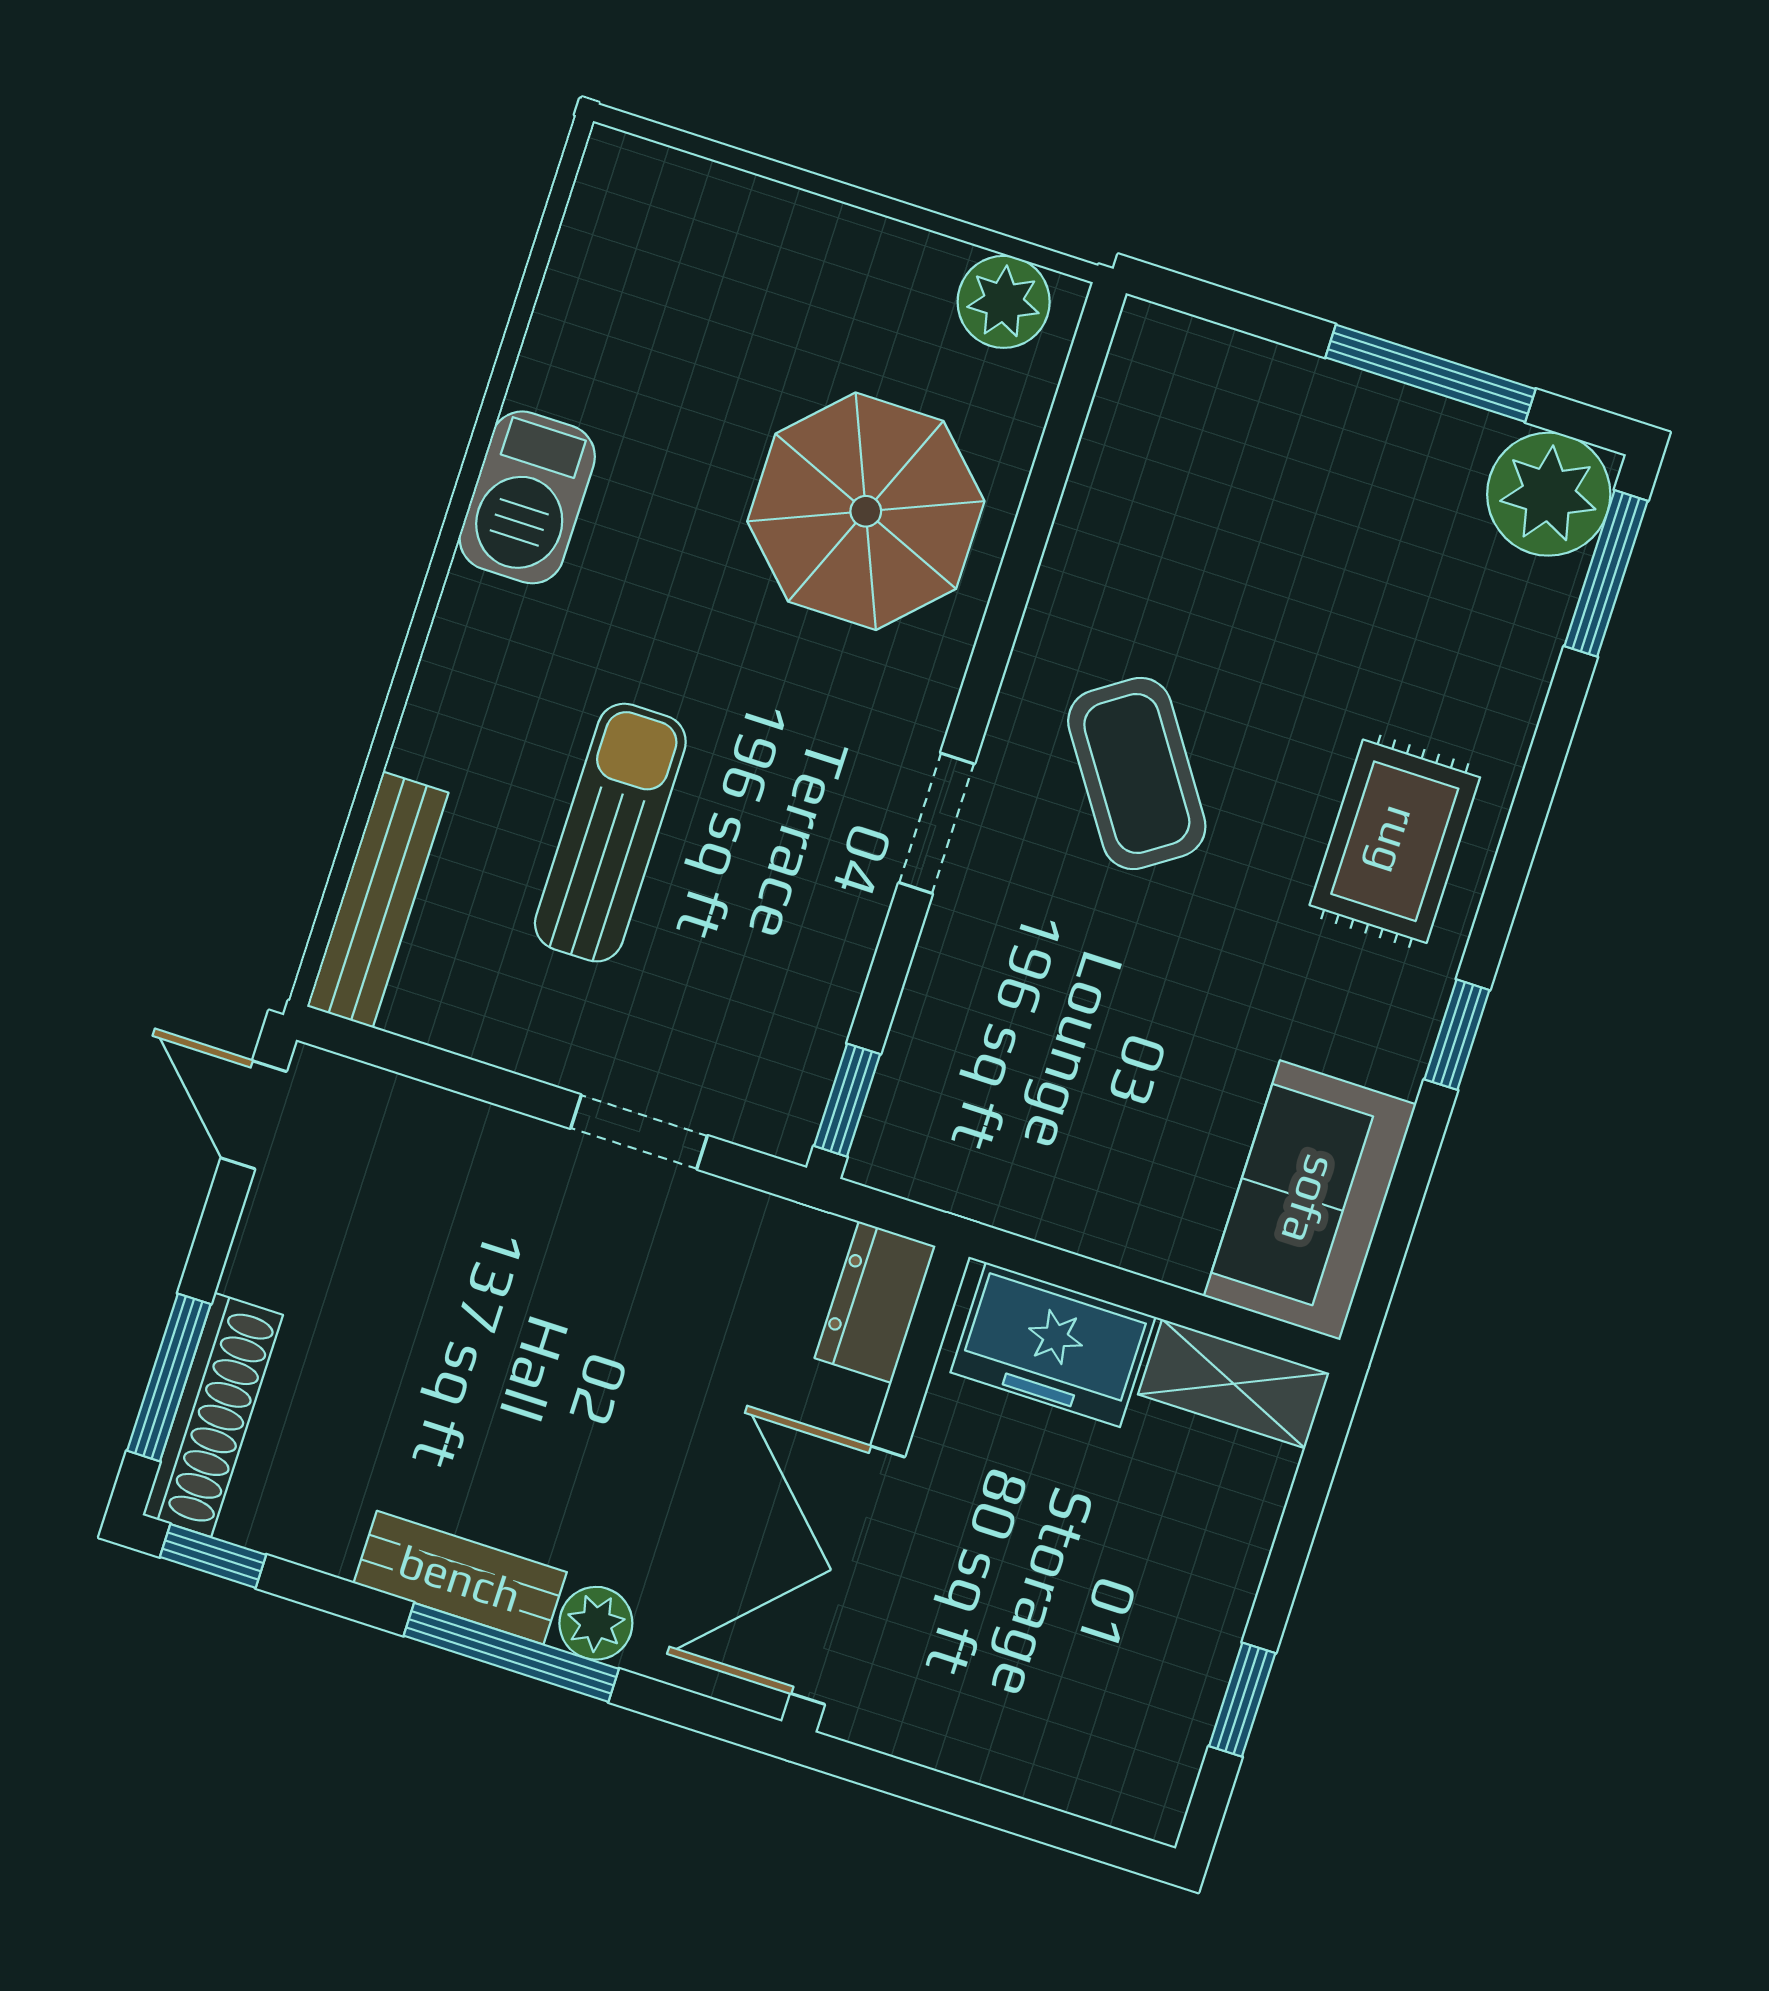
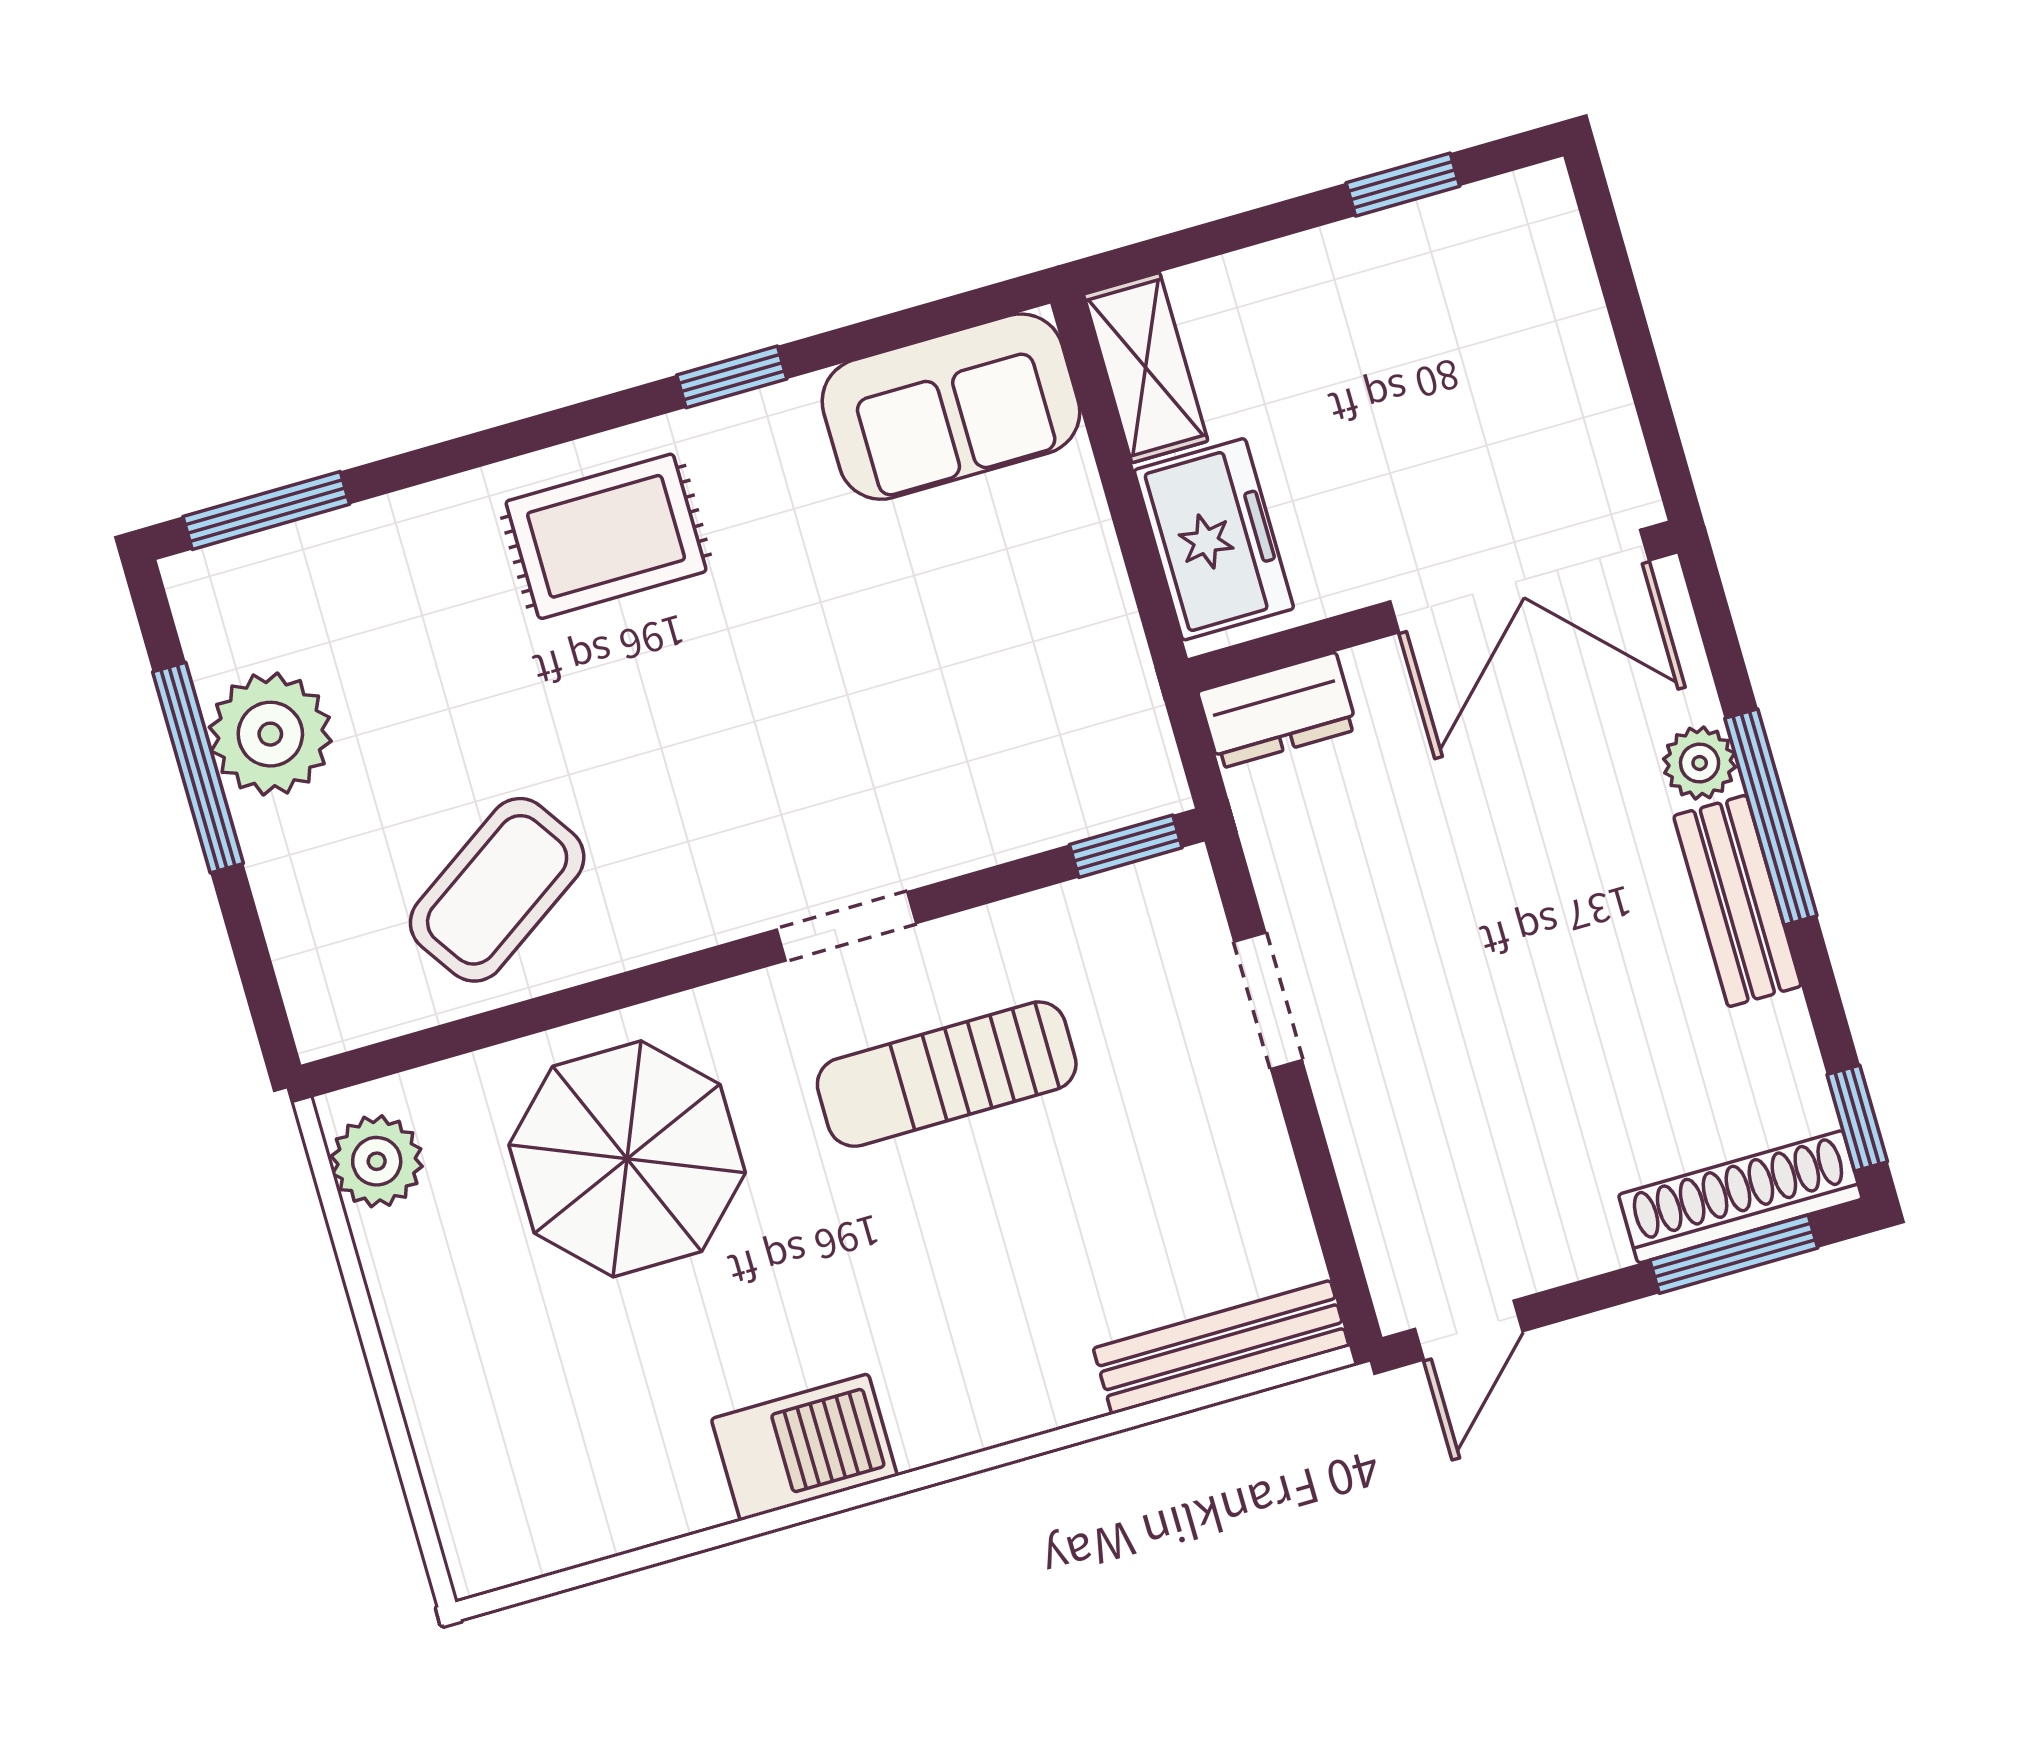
plant: (1549, 494) -> (270, 734), moved
coffee table: (1137, 773) -> (497, 890), moved
sun lounger: (610, 833) -> (947, 1074), moved

